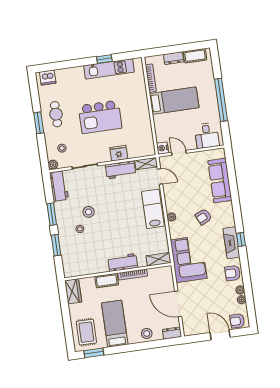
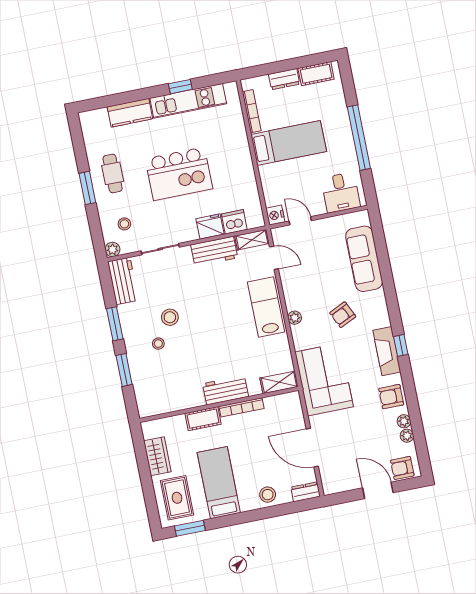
kitchen counter: (70, 75) -> (130, 113), added
dishwasher: (48, 77) -> (234, 222), moved, turned 180
wardrobe: (73, 291) -> (157, 456), moved

